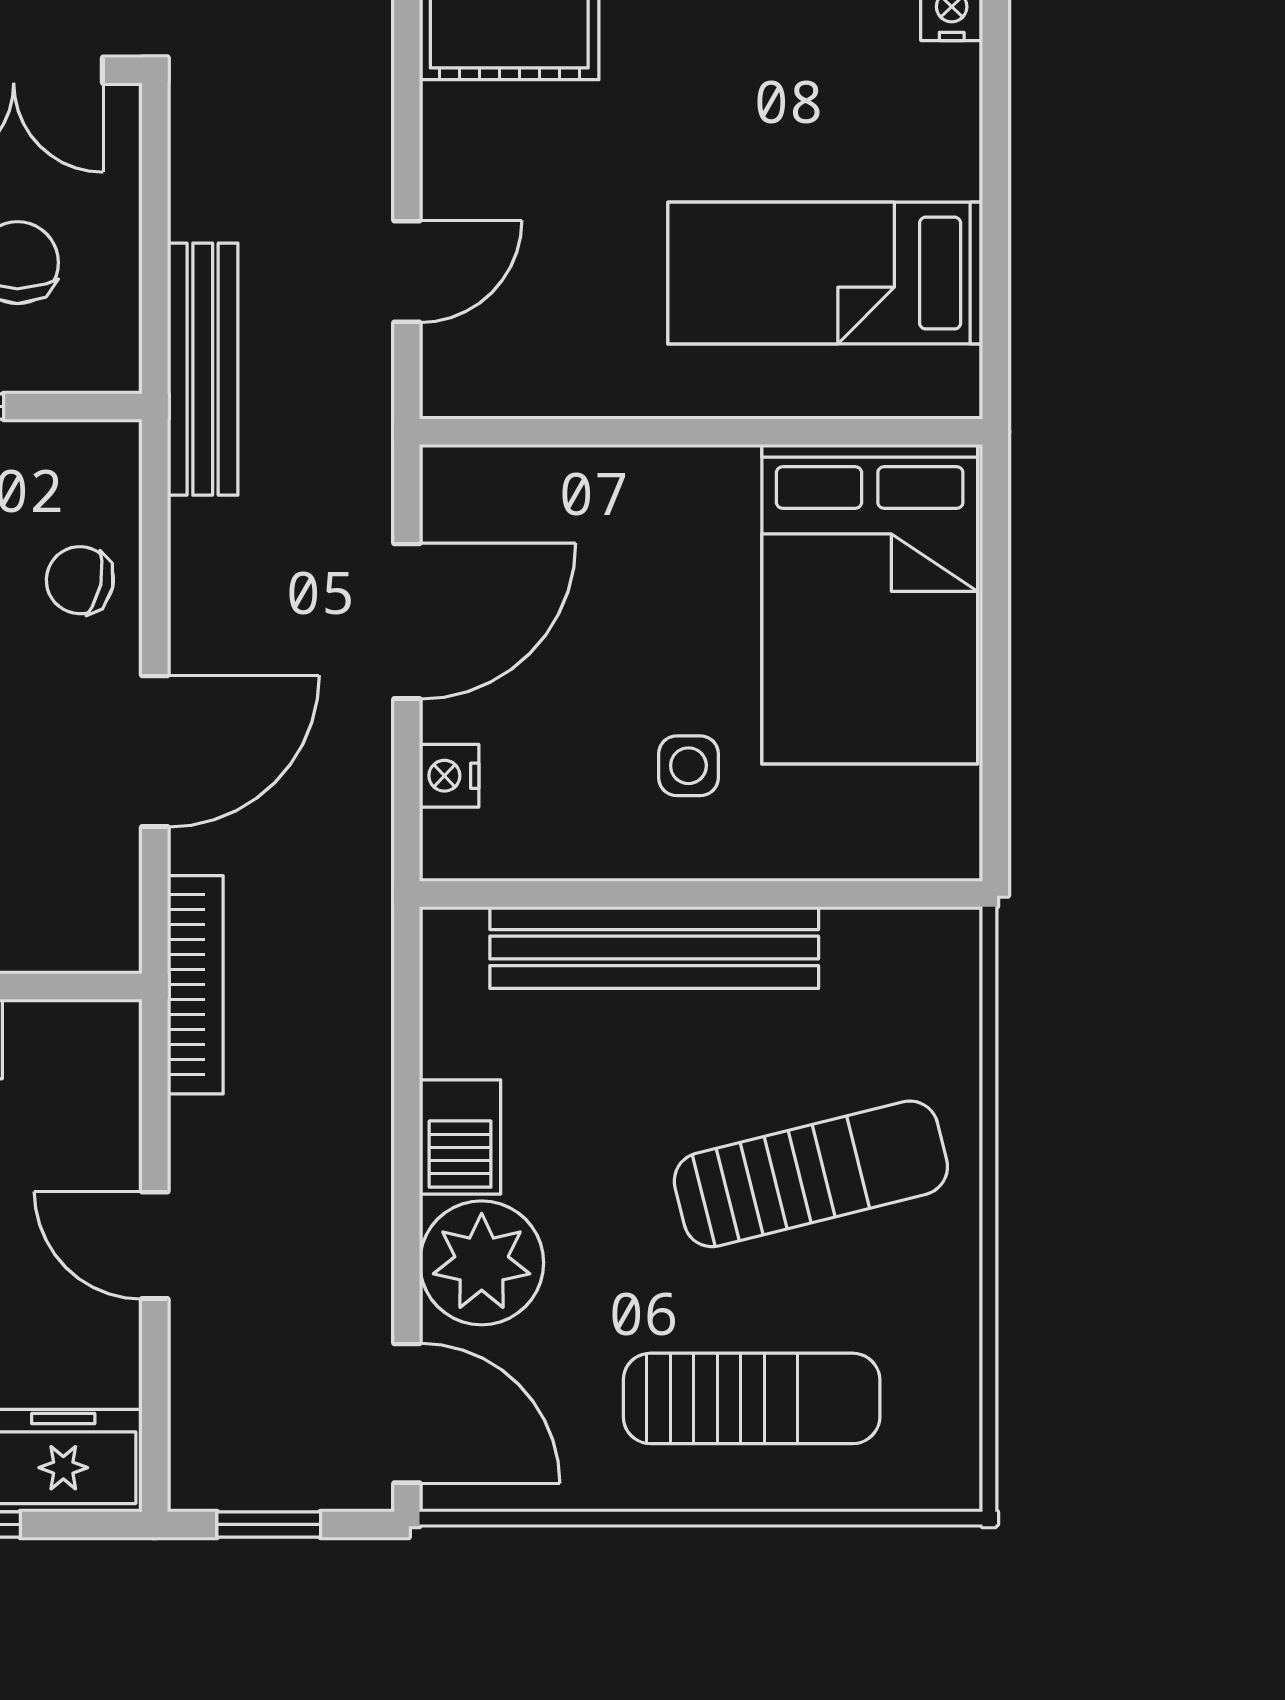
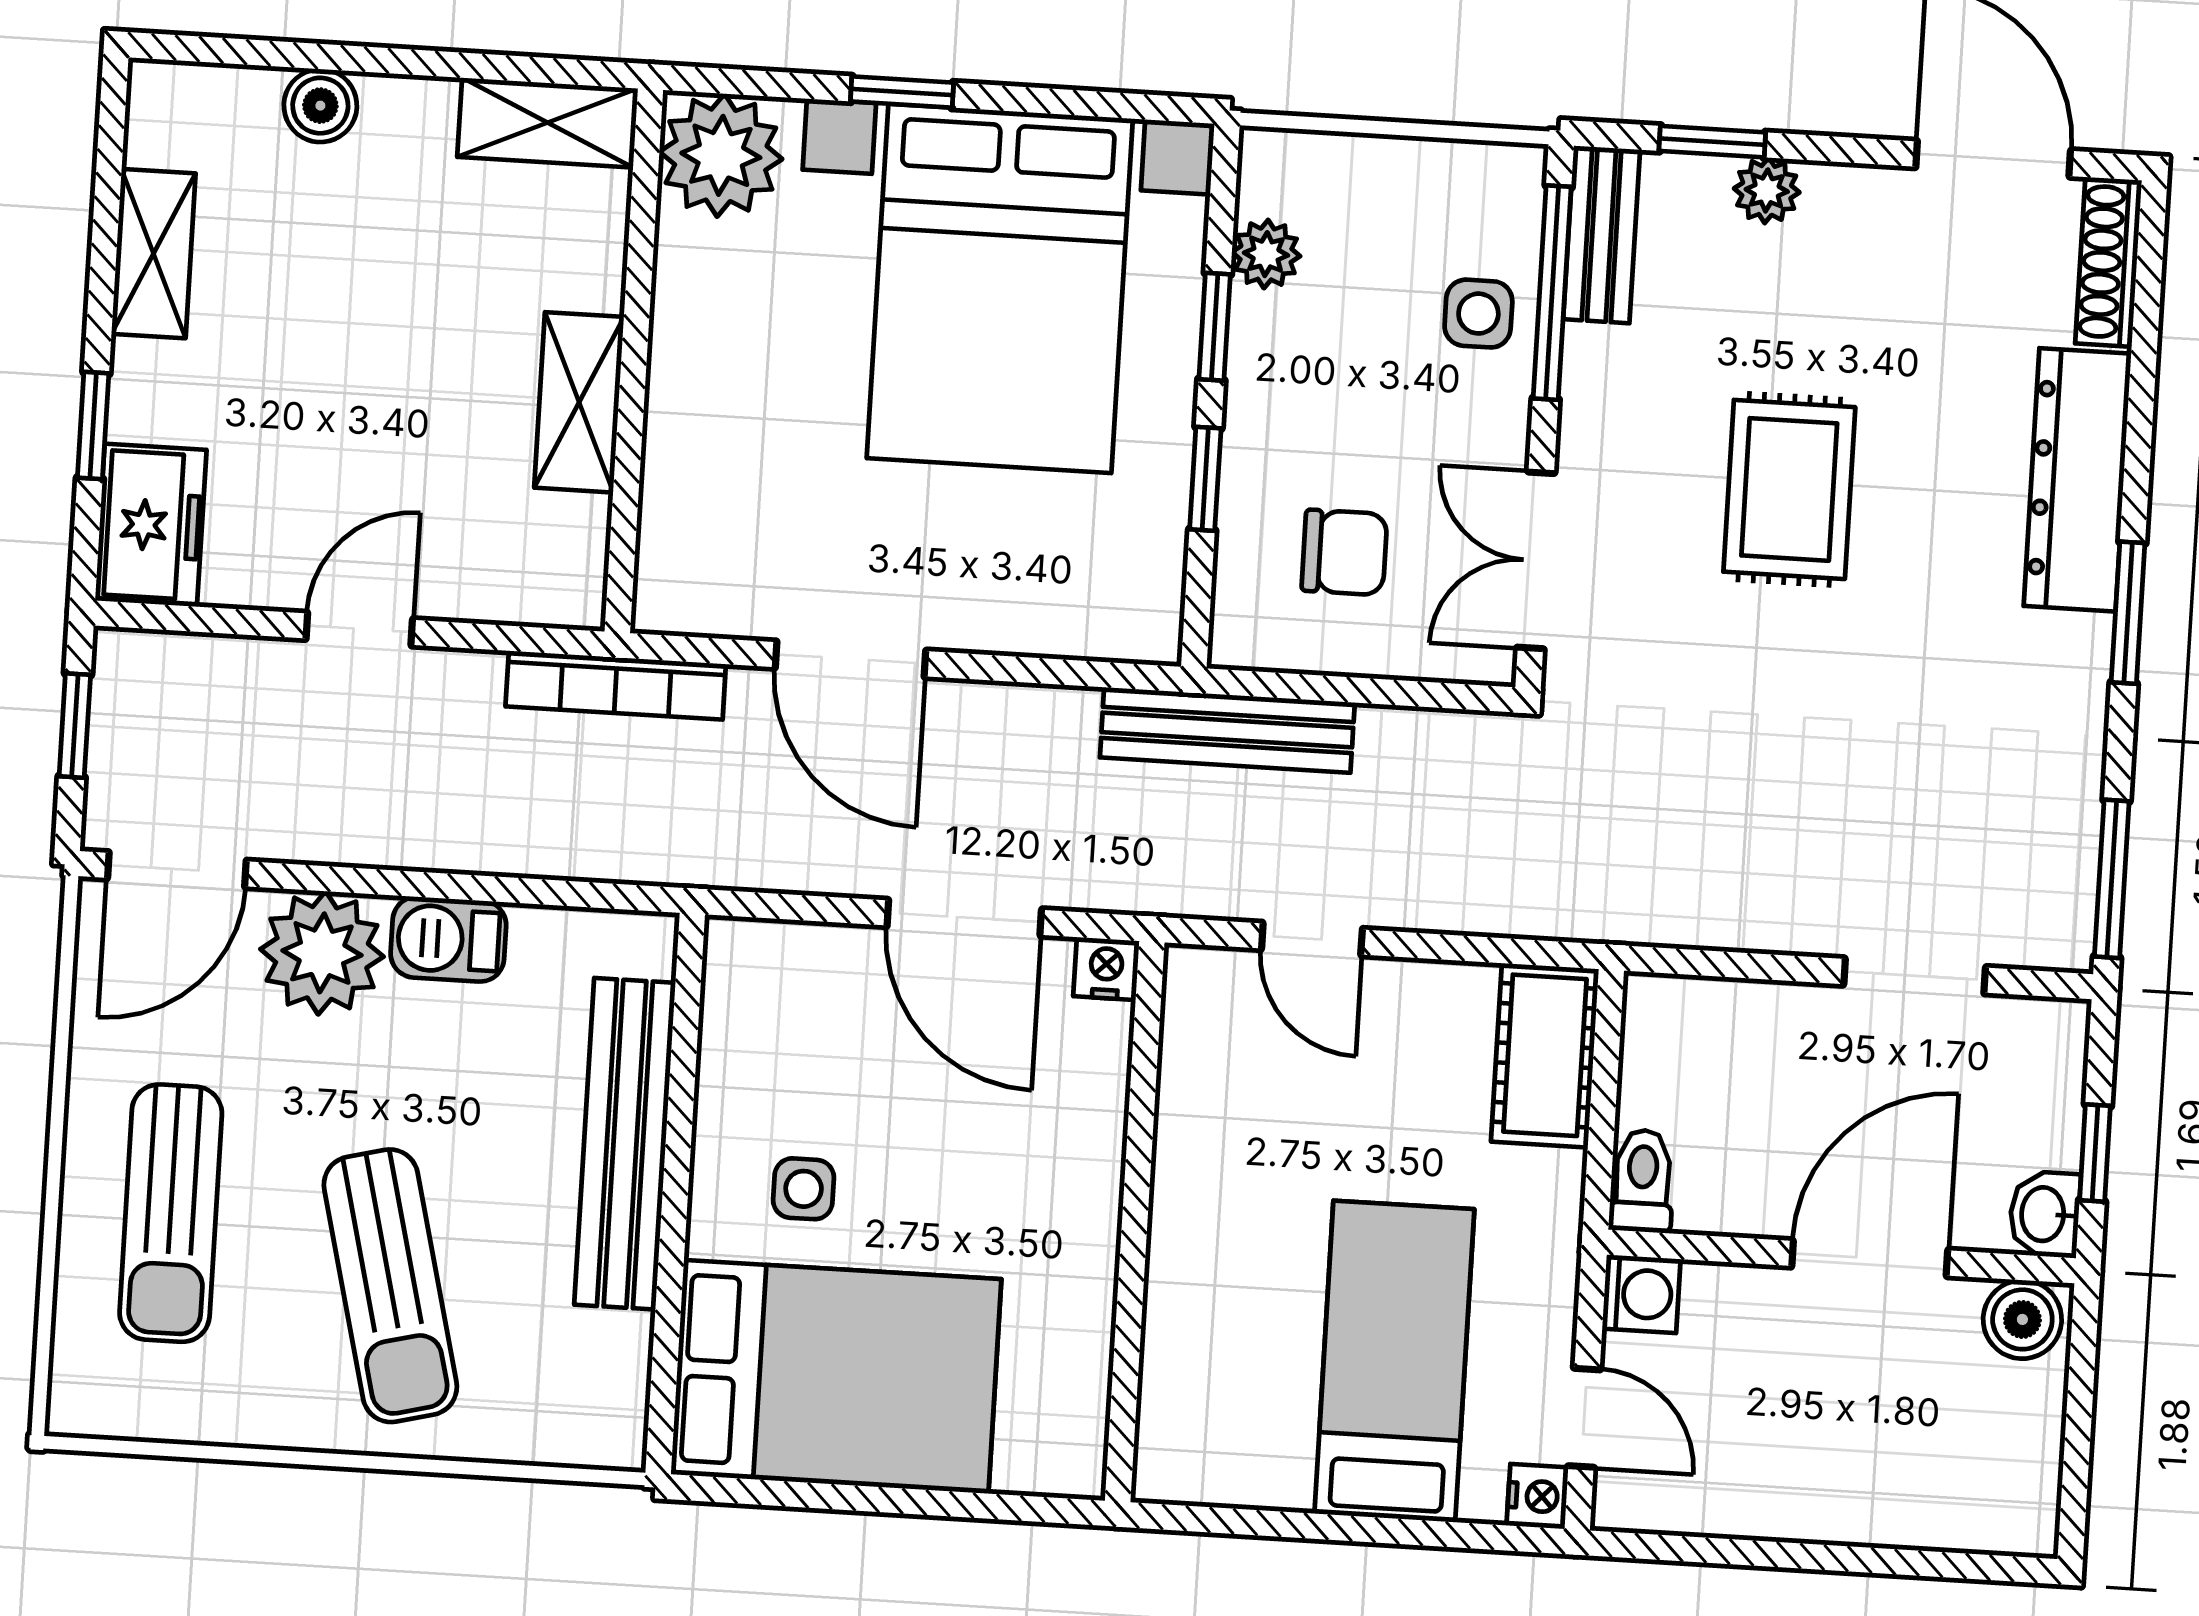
bed: (825, 273) -> (1394, 1361), moved
chair: (80, 580) -> (1025, 595), removed
bed: (870, 604) -> (836, 1377), moved, turned 180
nightstand: (449, 776) -> (1106, 969), moved

